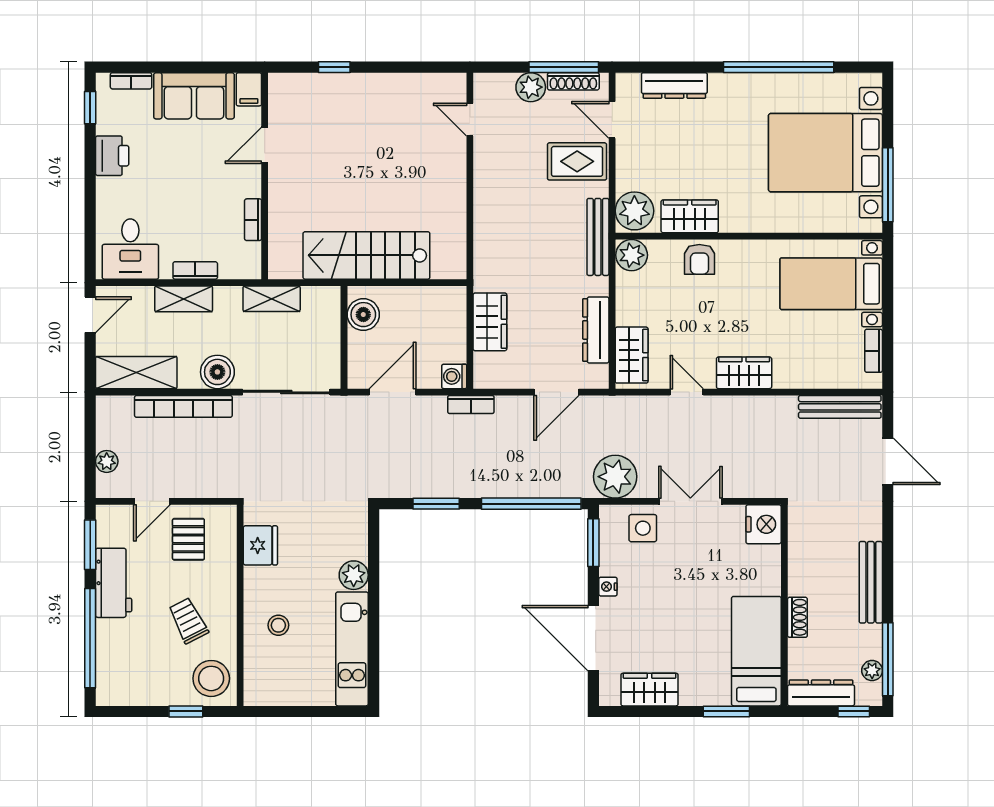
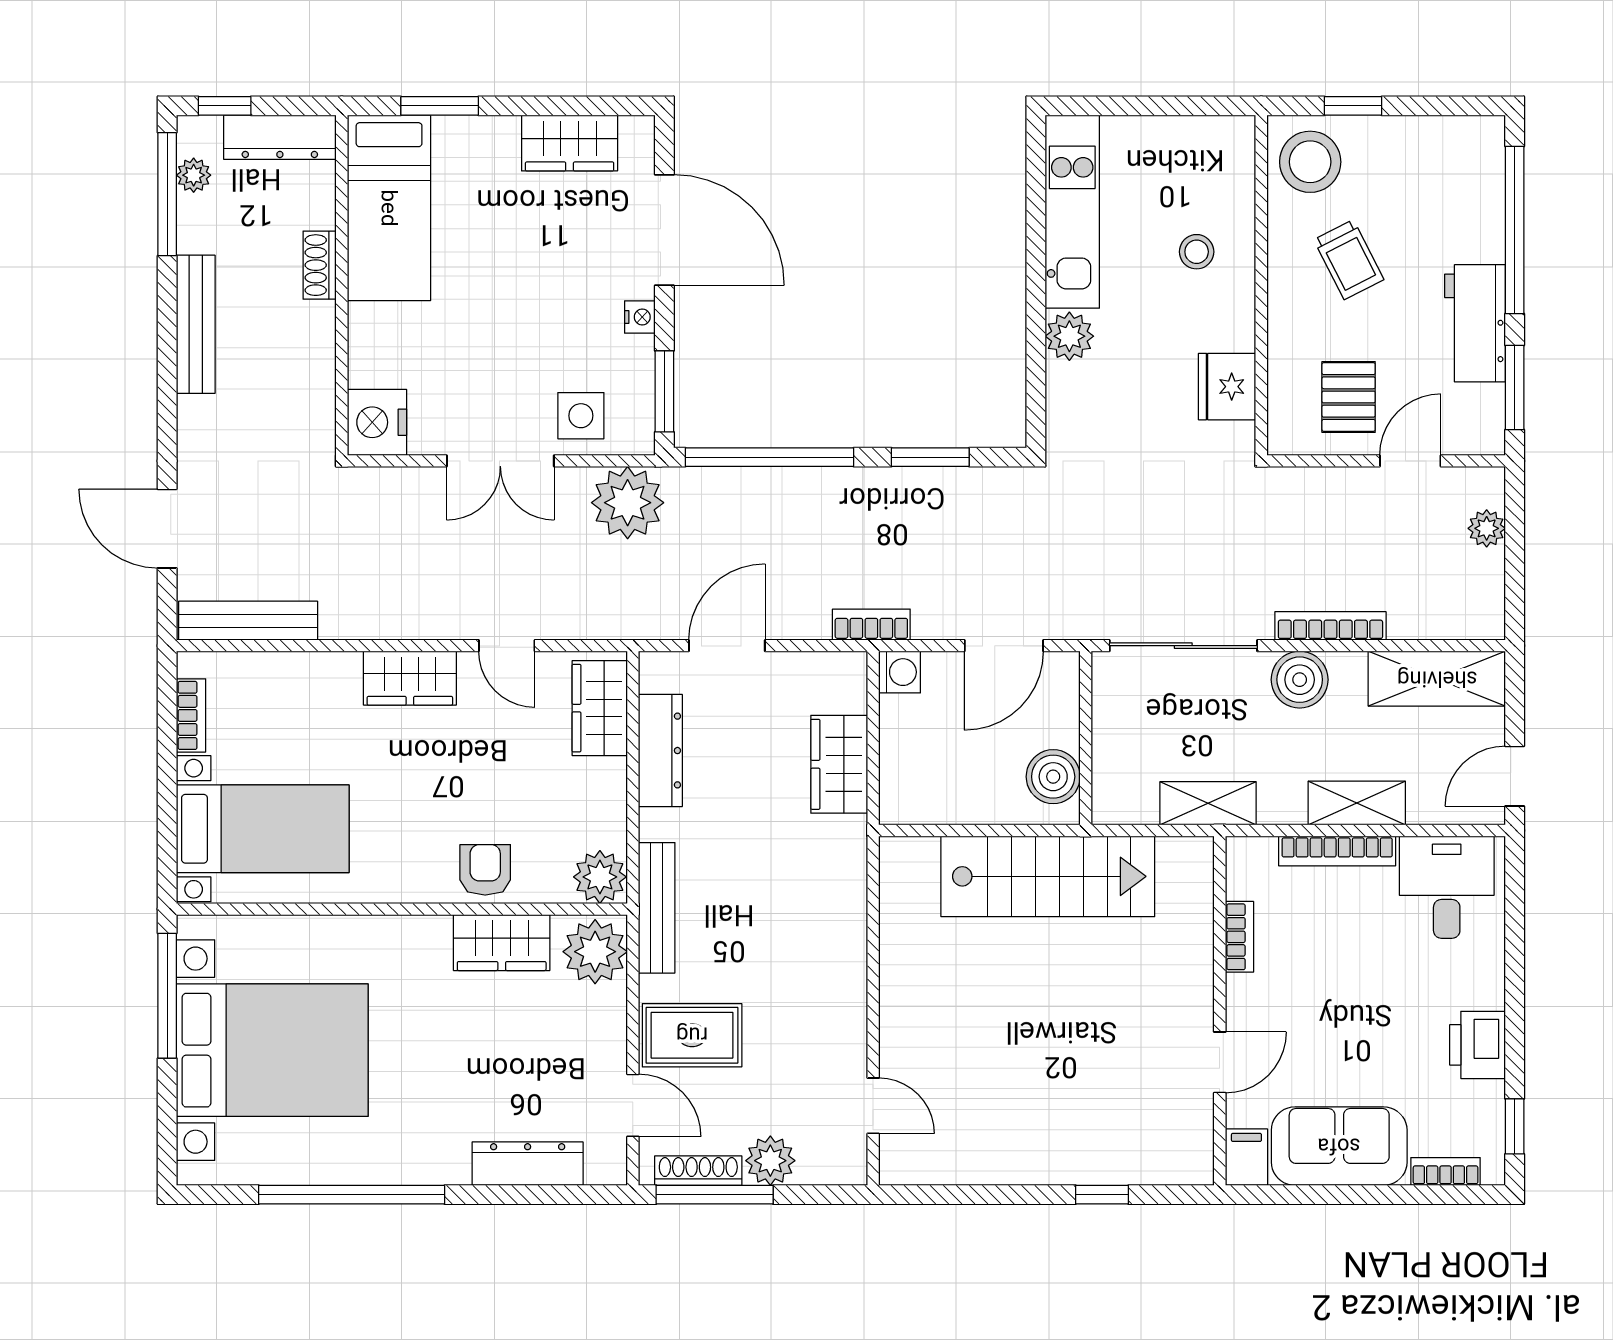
bookcase: (195, 270) -> (1337, 851), width x1.56
bookcase: (183, 406) -> (1330, 626), width x0.68, depth x0.76

